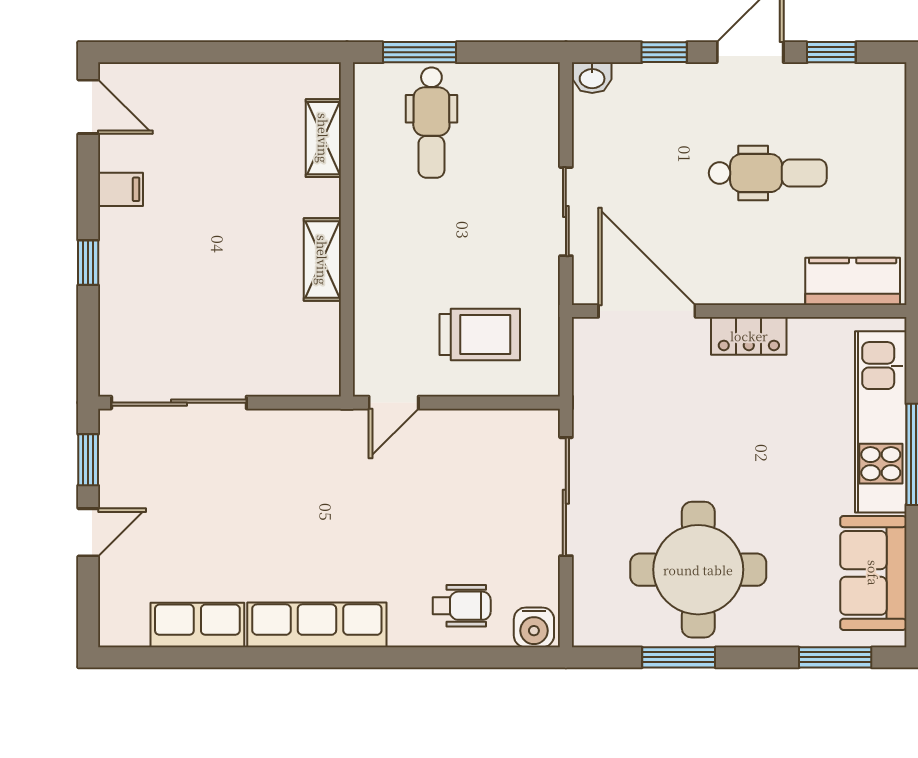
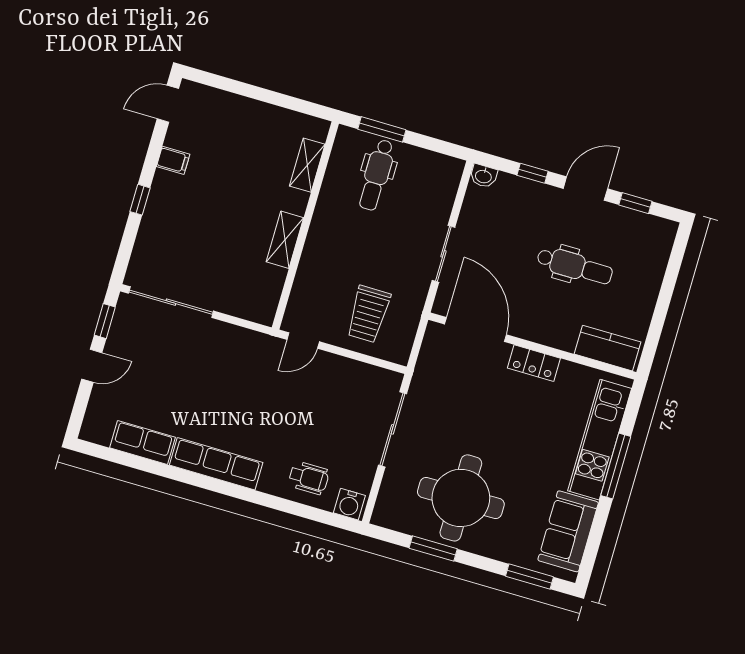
door: (88, 107) -> (168, 104), swing flipped
trolley: (480, 335) -> (368, 314), turned 90

